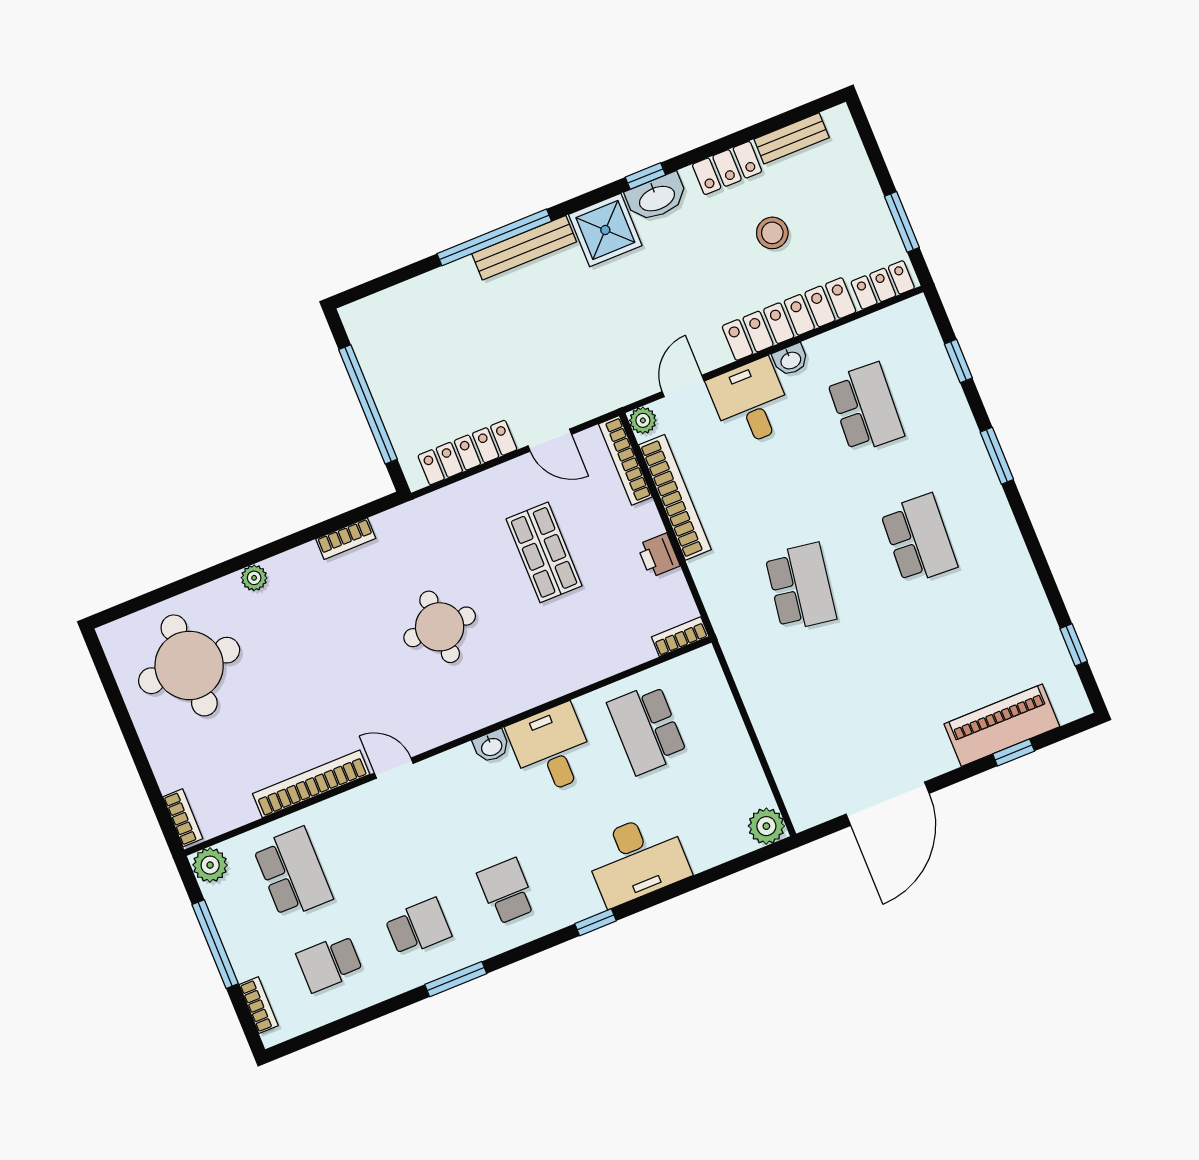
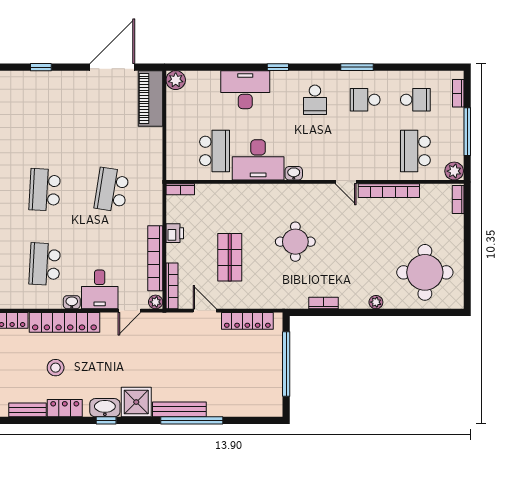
piano: (1002, 725) -> (150, 98), moved, turned 90
desk: (552, 749) -> (258, 160), width x1.37

